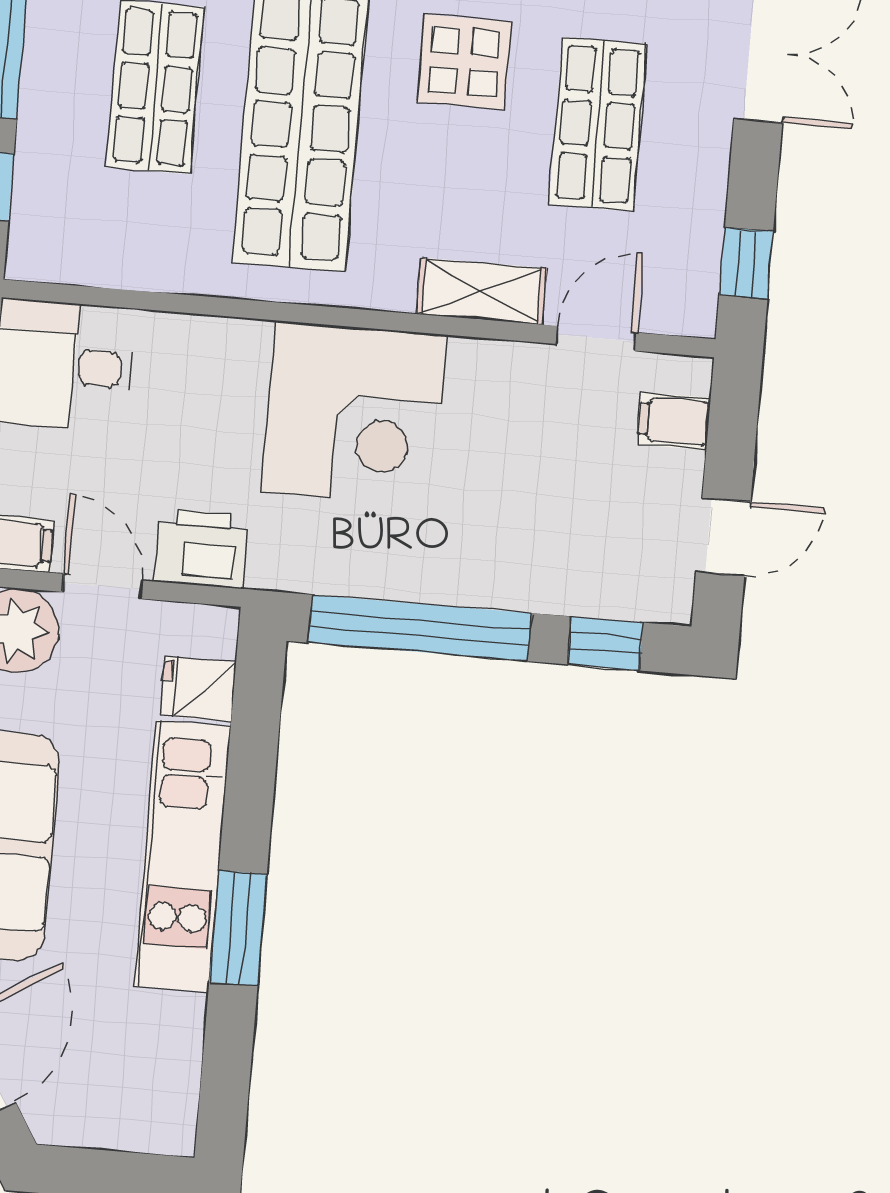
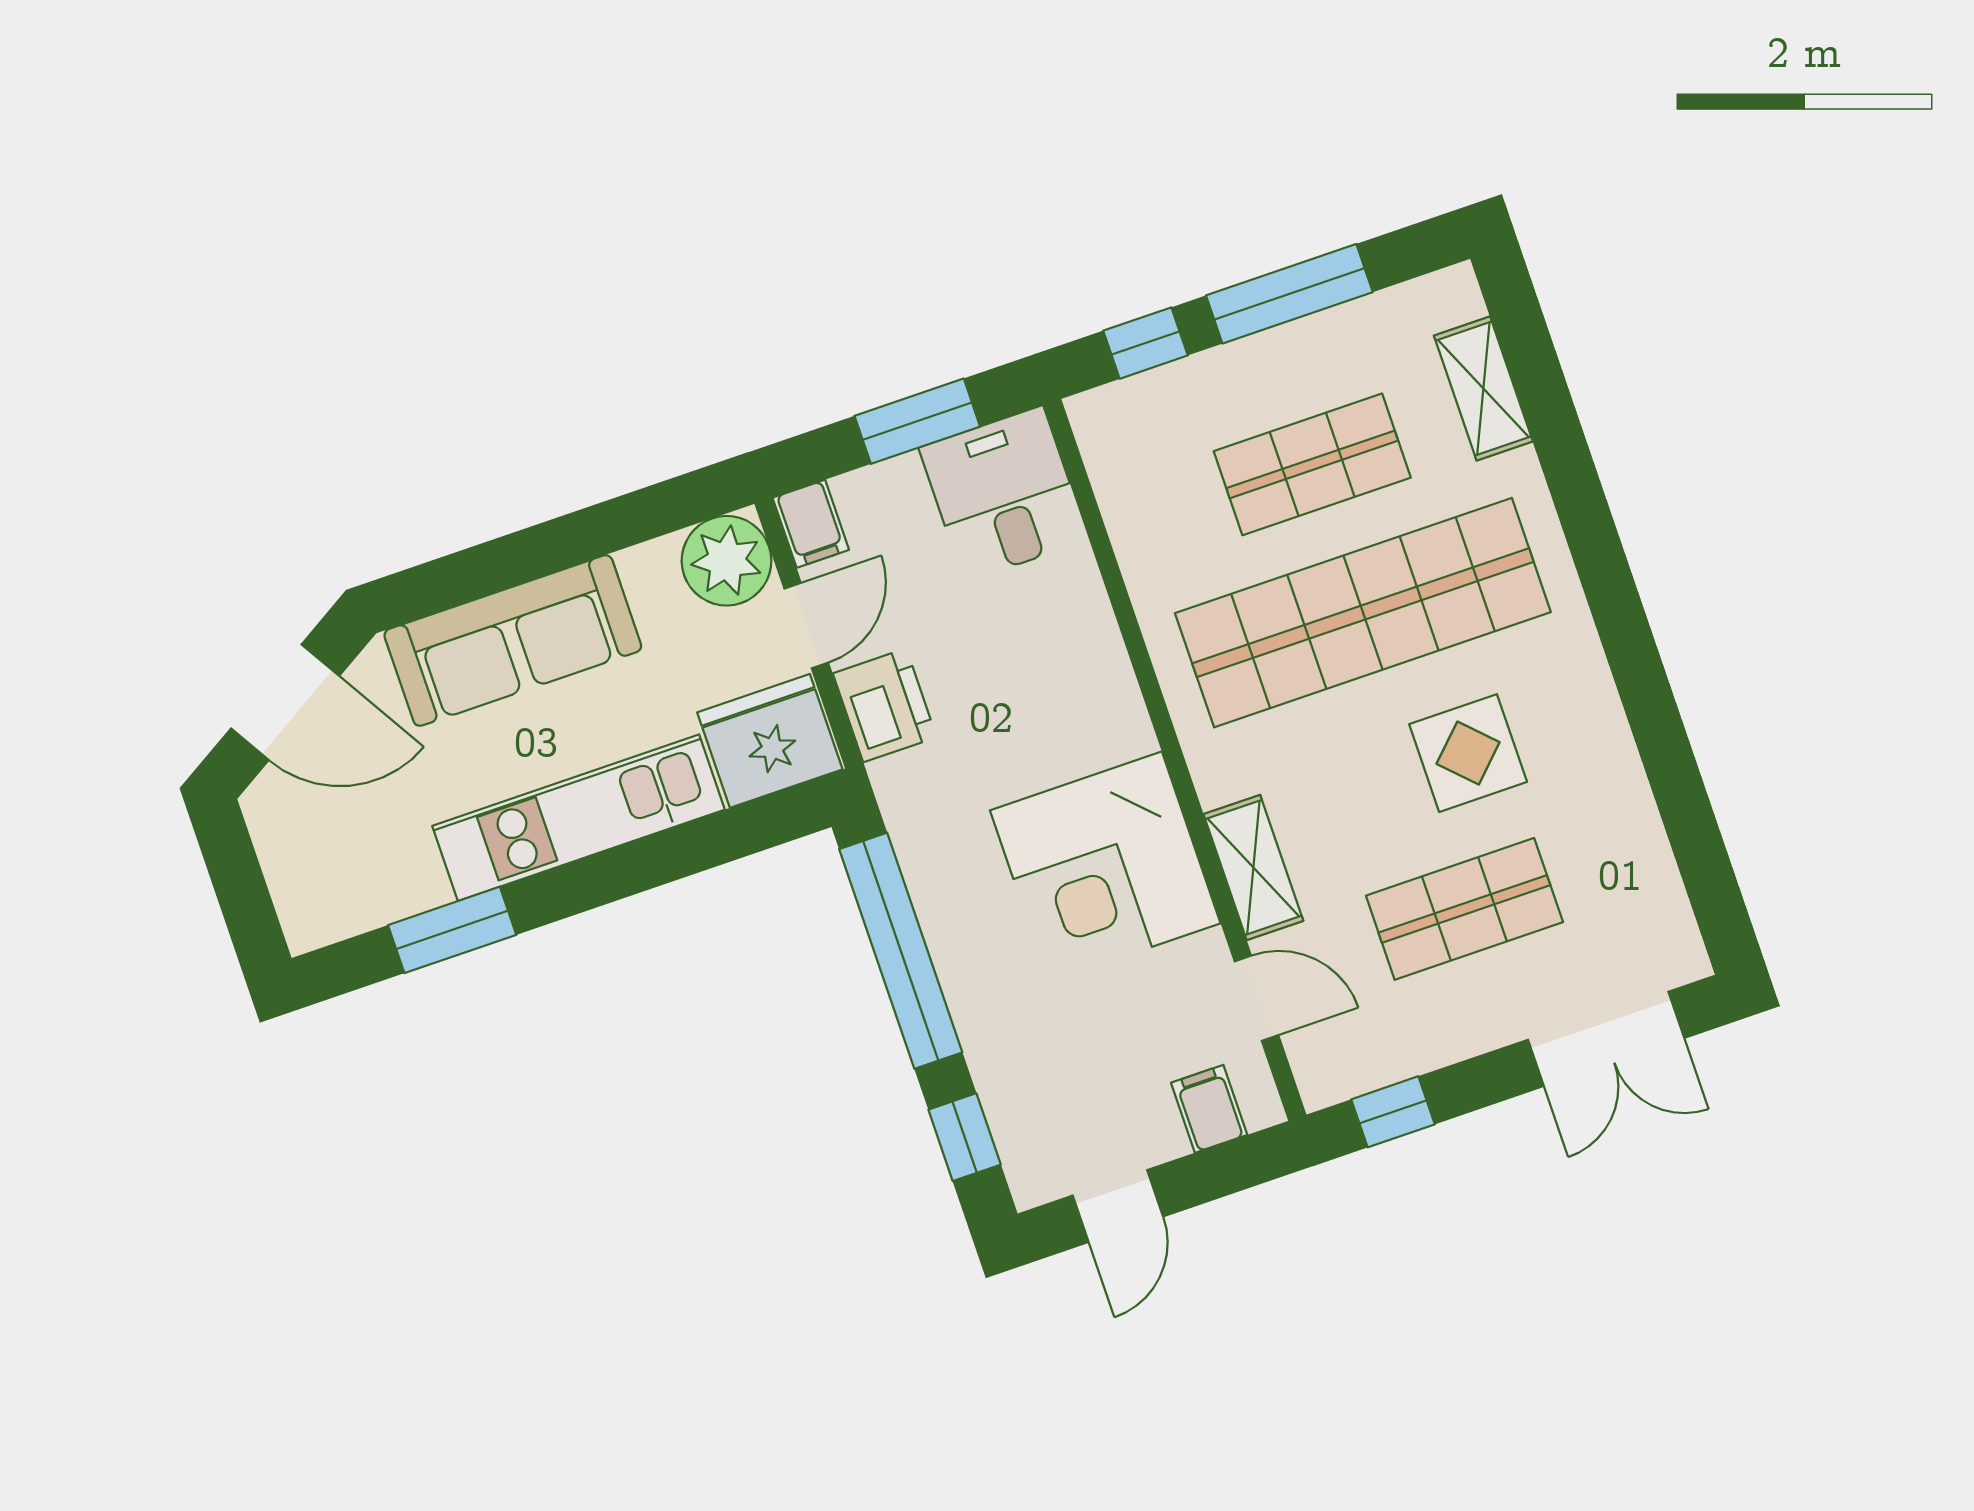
corner desk: (354, 413) -> (1105, 867), moved
door: (723, 537) -> (1118, 1206), hinge flipped
fridge: (198, 689) -> (770, 741), width x1.88, depth x1.34
window: (238, 928) -> (452, 930), moved

